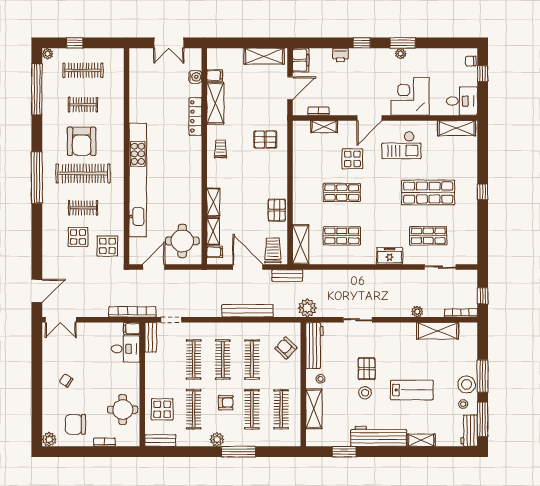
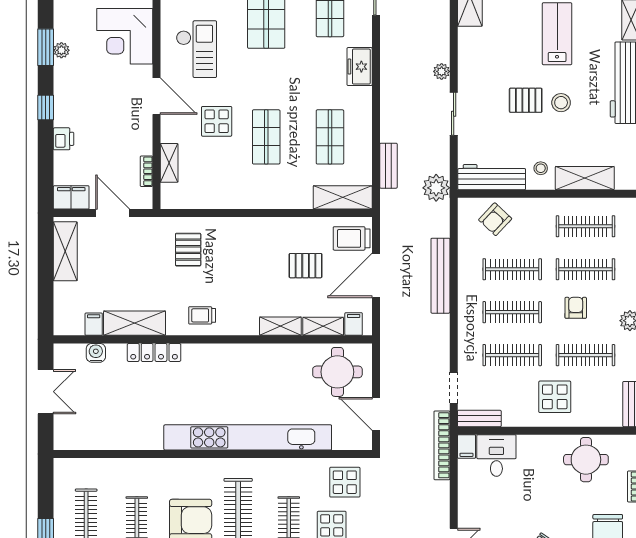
pallet: (277, 210) -> (306, 266), moved
bench: (287, 276) -> (388, 166), moved
plant: (417, 312) -> (442, 71), moved
display table: (162, 409) -> (555, 397), moved

